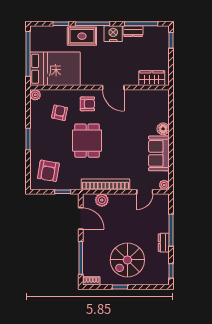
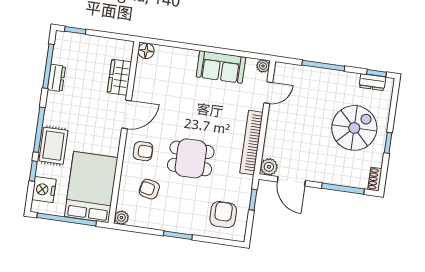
nightstand: (113, 34) -> (44, 190), moved
wardrobe: (152, 78) -> (119, 77), moved
armchair: (87, 104) -> (143, 151), turned 90
floor lamp: (163, 129) -> (146, 51), moved
armchair: (48, 171) -> (223, 215), turned -100
door: (145, 192) -> (268, 93), hinge flipped
plant: (102, 200) -> (269, 167), moved
door: (81, 218) -> (291, 181), swing flipped
dresser: (164, 243) -> (372, 82), moved
spiral stairs: (127, 260) -> (354, 128), turned -90

